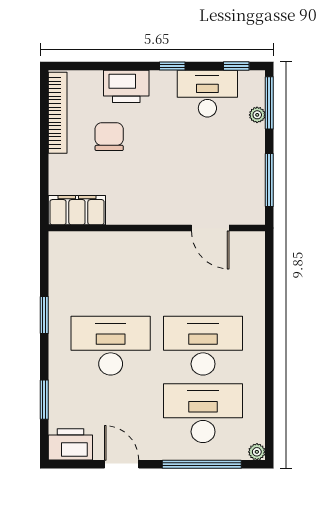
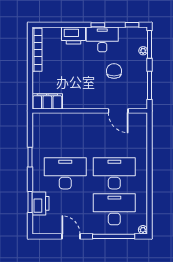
desk: (207, 94) -> (102, 39), moved
chair: (109, 137) -> (114, 71), moved
printer: (70, 444) -> (41, 203), moved, turned 90

